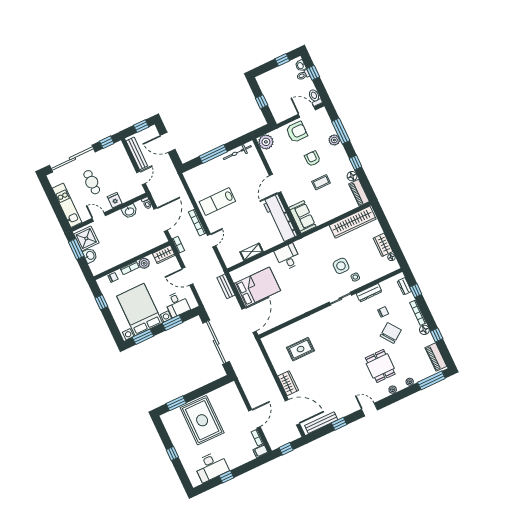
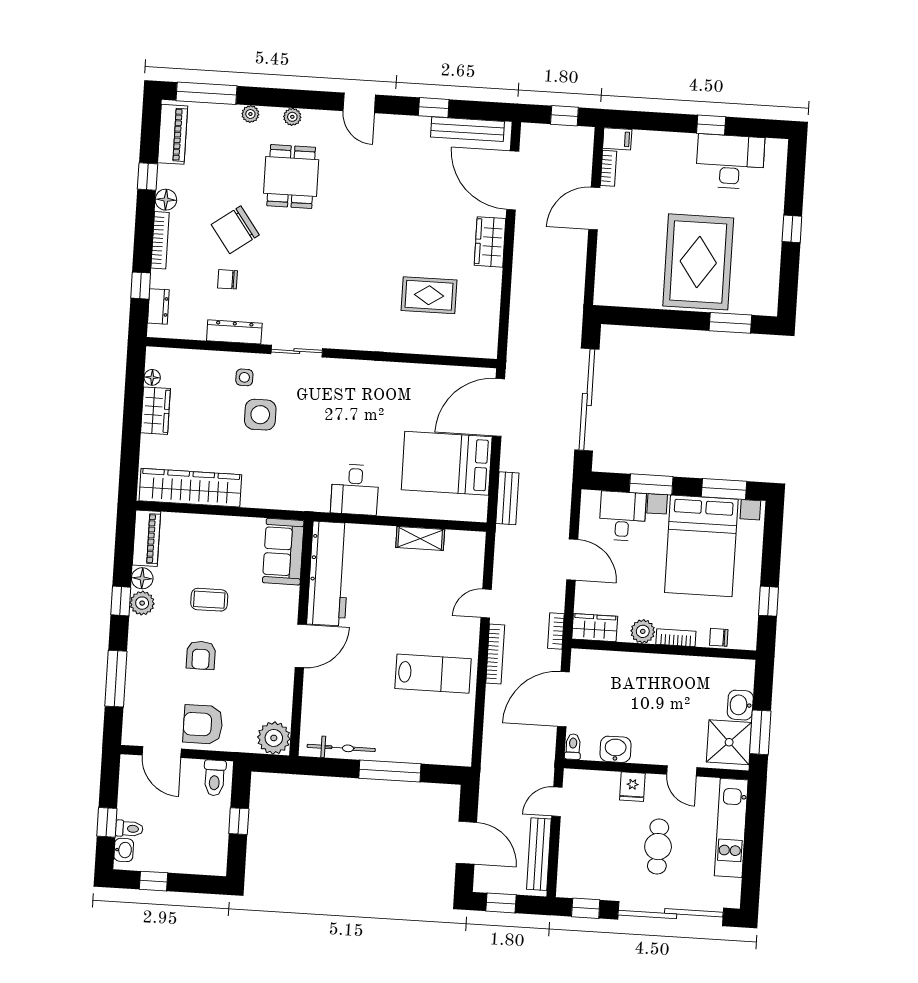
toilet: (315, 97) -> (215, 778), moved
plant: (334, 140) -> (142, 603), moved

